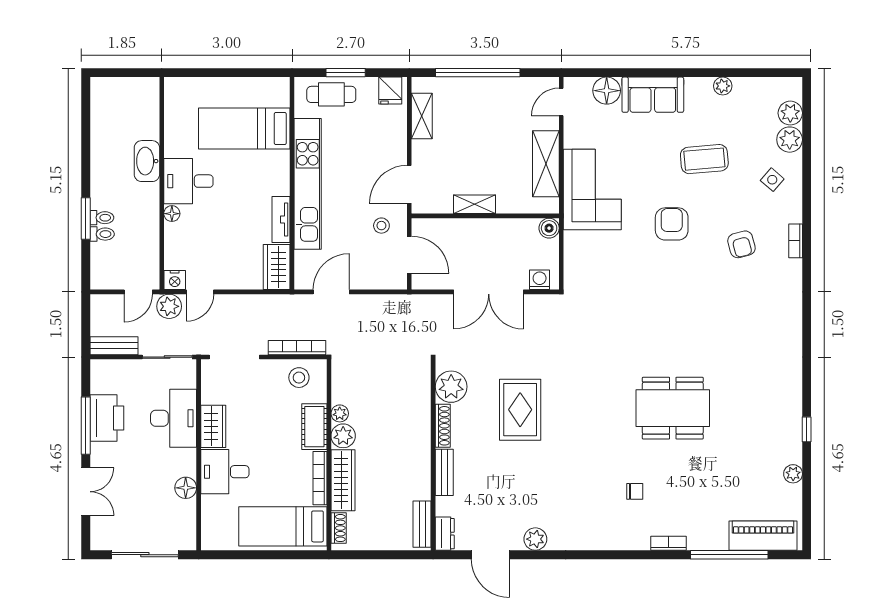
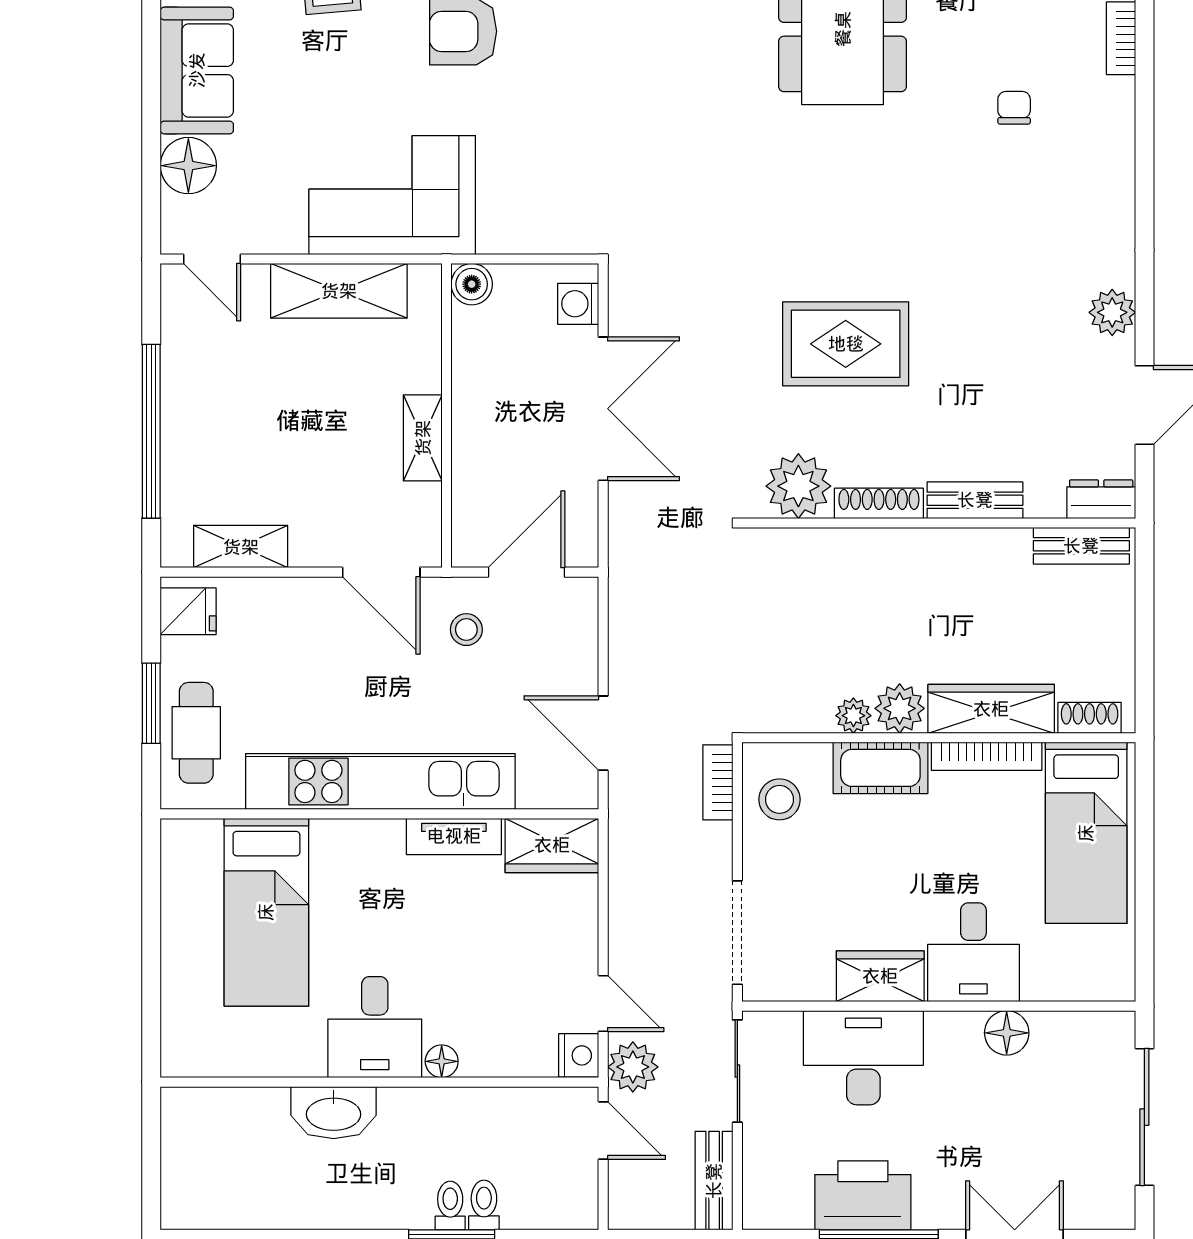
bookcase: (297, 348) -> (718, 782), width x0.64

